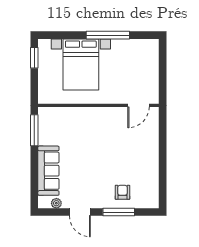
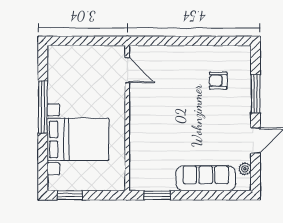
window: (34, 130) -> (157, 195), width x0.69
armchair: (122, 192) -> (218, 81), moved

